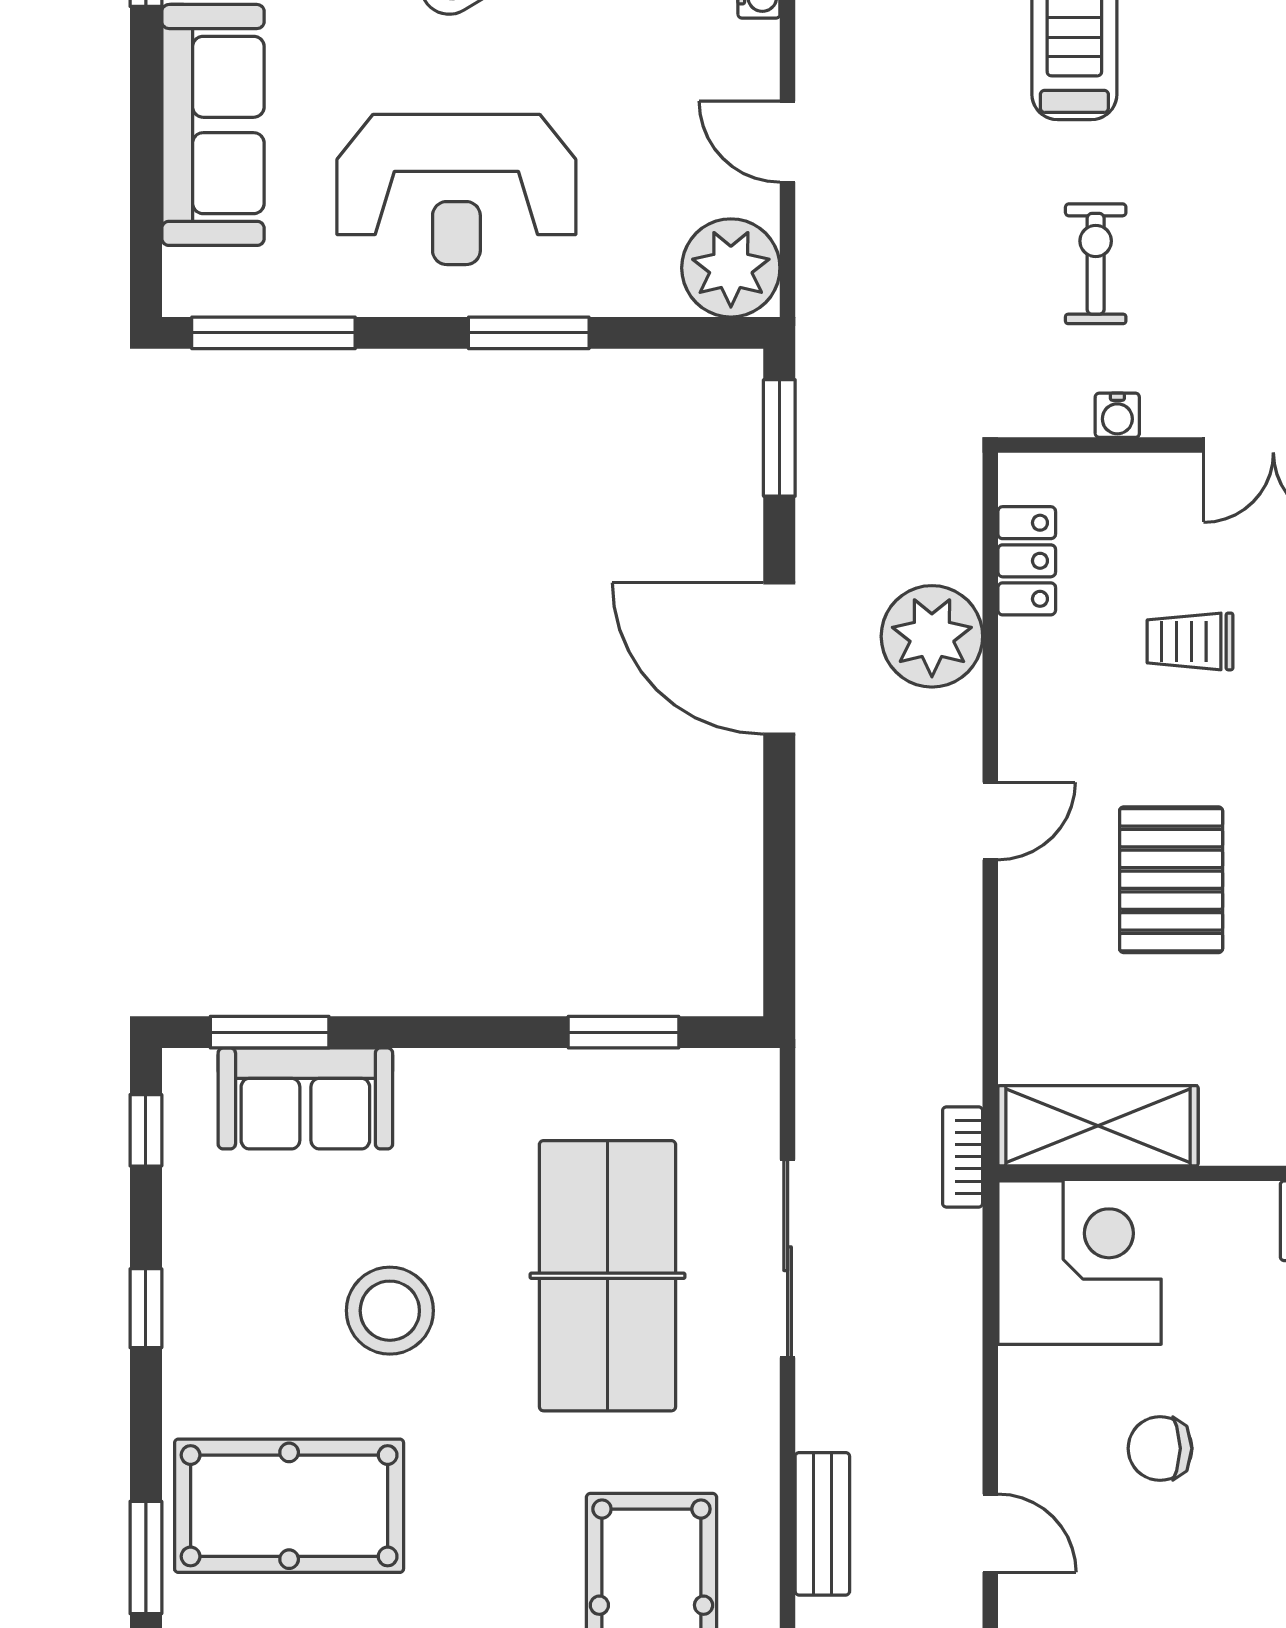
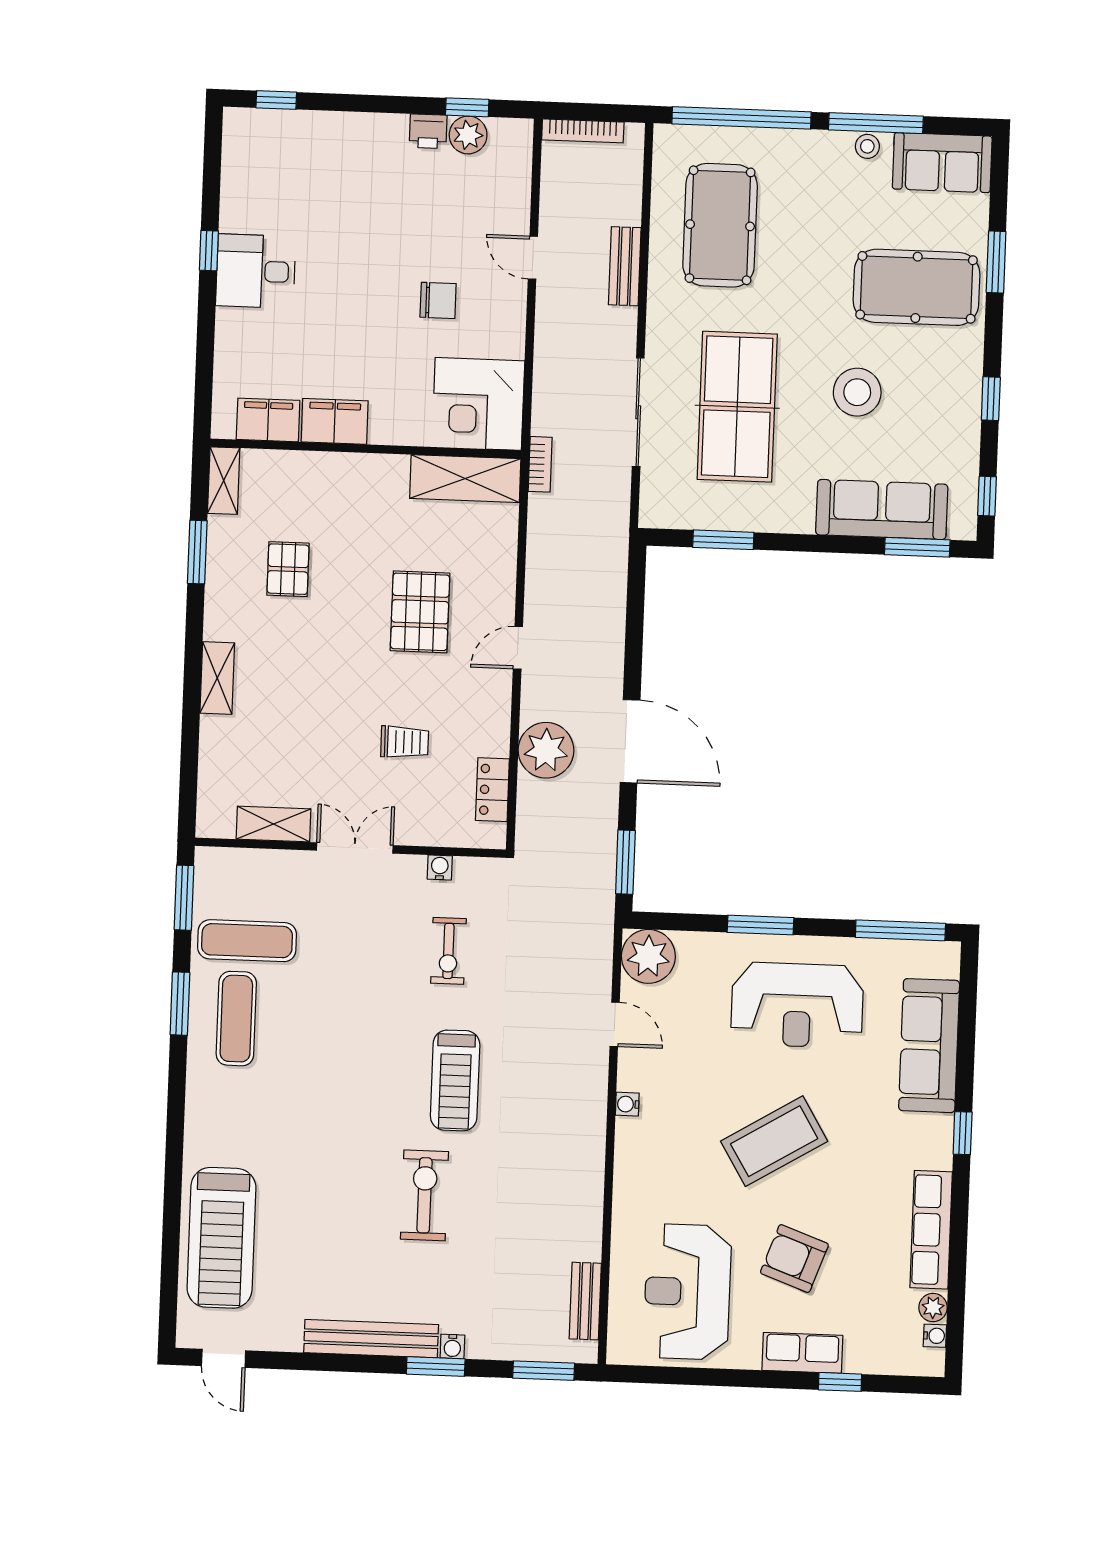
reception desk: (456, 190) -> (797, 1005), turned 180
sofa: (305, 1098) -> (882, 510), width x1.36

